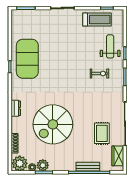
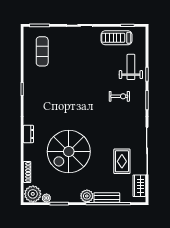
treadmill: (97, 20) -> (117, 38), turned 180
exercise mat: (27, 59) -> (42, 51), moved, width x0.50, depth x0.69
plant: (43, 165) -> (87, 196), moved

